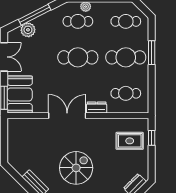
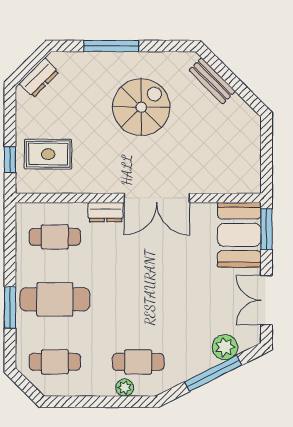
cafe table: (78, 57) -> (138, 299), removed
spiral stairs: (76, 168) -> (141, 107), turned 180

